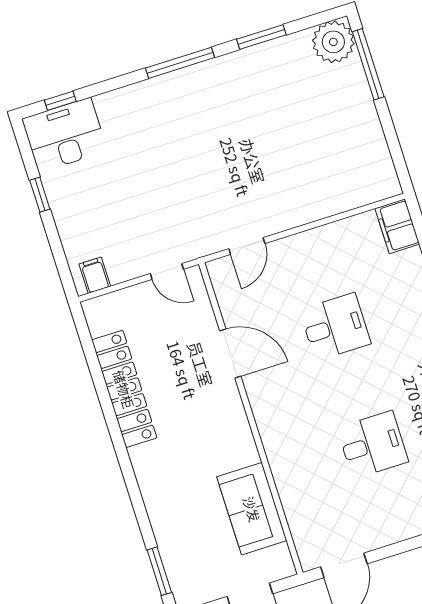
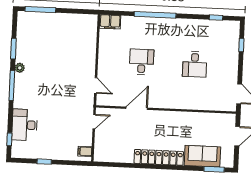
plant: (333, 42) -> (20, 68), moved, width x0.53, depth x0.53
desk: (65, 135) -> (25, 125), moved
locker: (124, 389) -> (159, 157), moved
desk: (373, 445) -> (195, 64), turned 180
sofa: (252, 509) -> (202, 156), moved, turned 180

